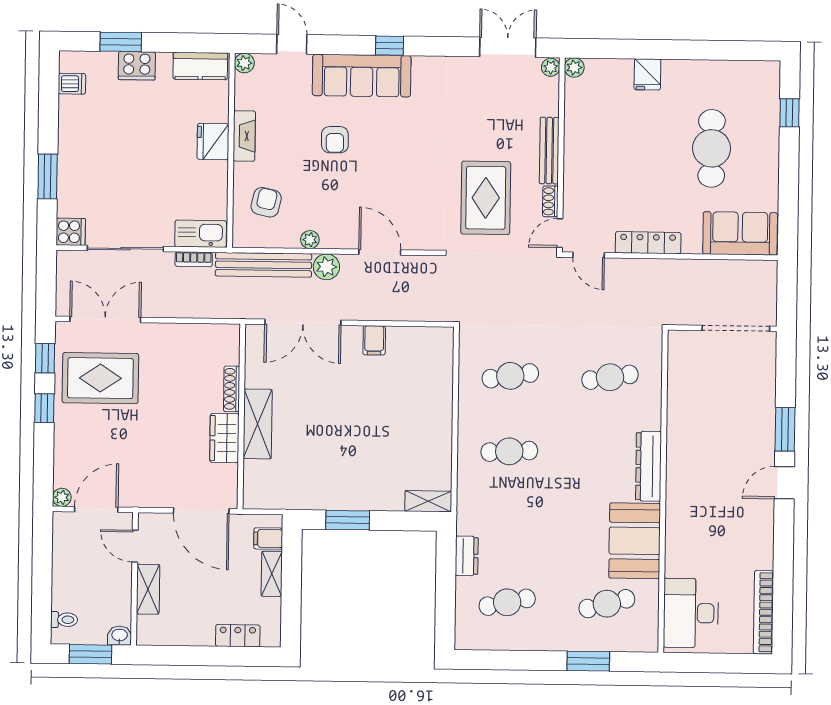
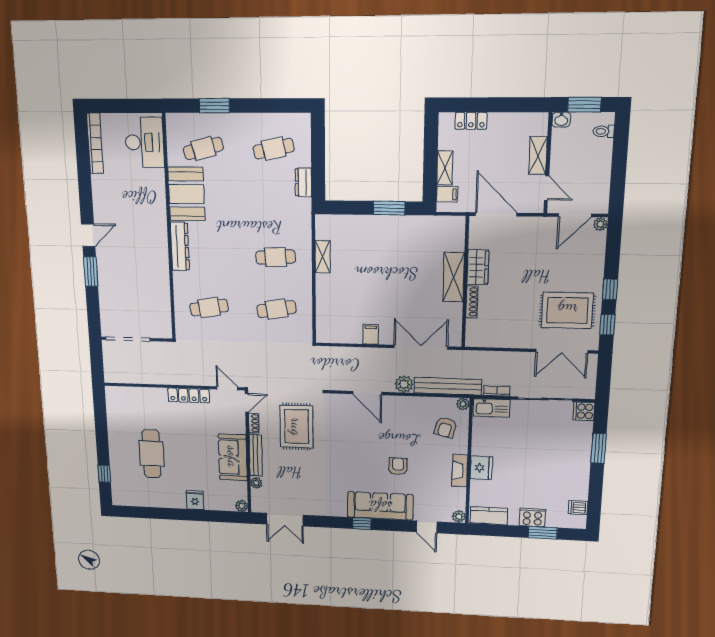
plant: (551, 67) -> (256, 483), moved
sofa: (740, 233) -> (233, 457), moved, turned 90
plant: (310, 240) -> (463, 404), moved
shelving: (428, 501) -> (323, 257), moved, turned 90

